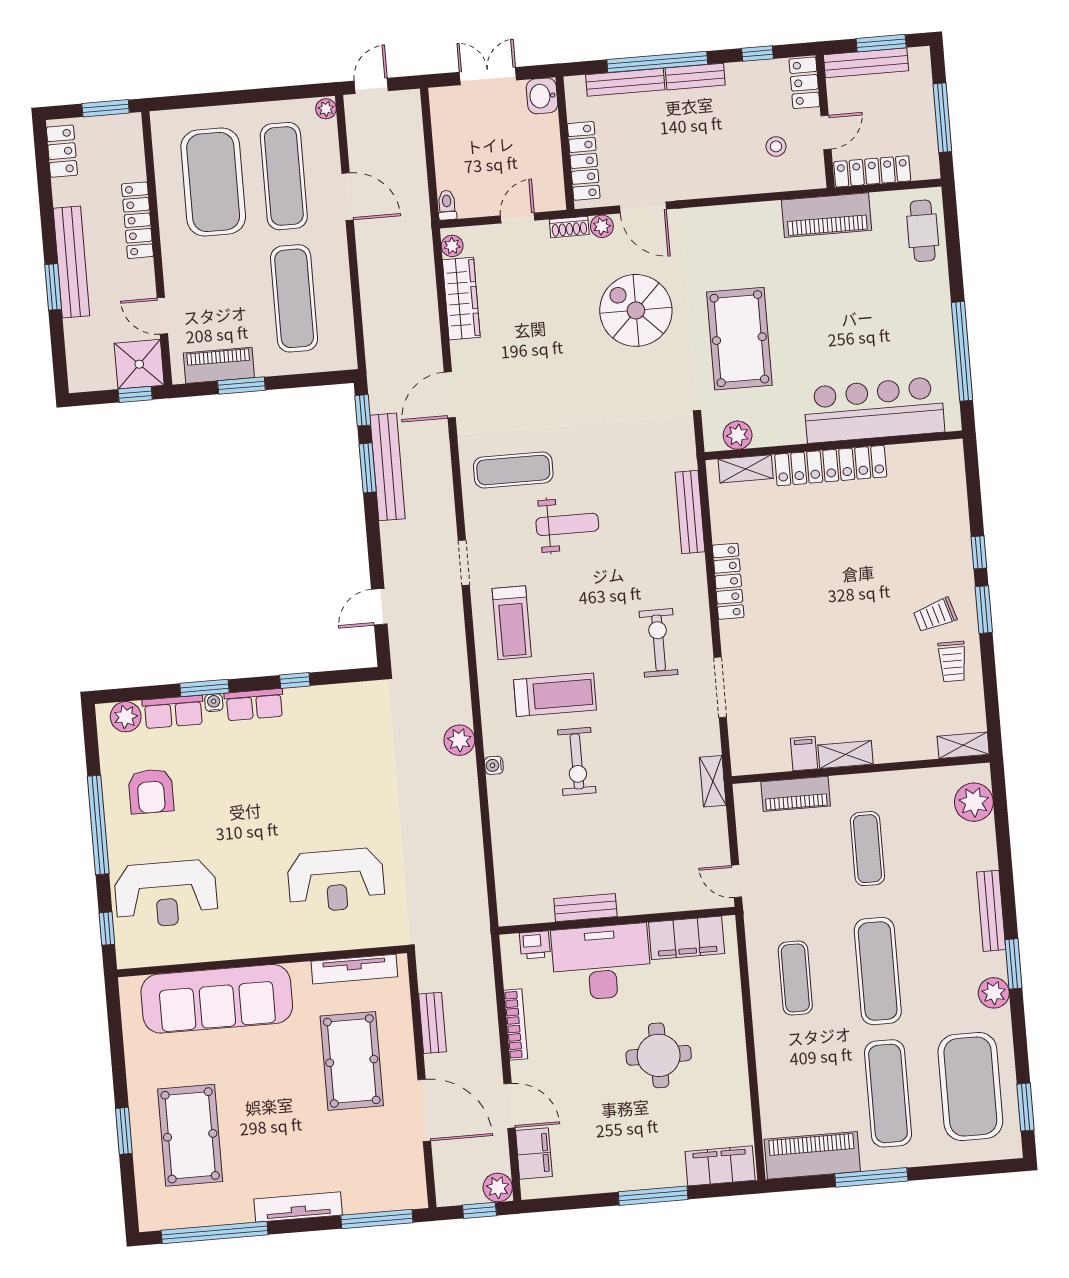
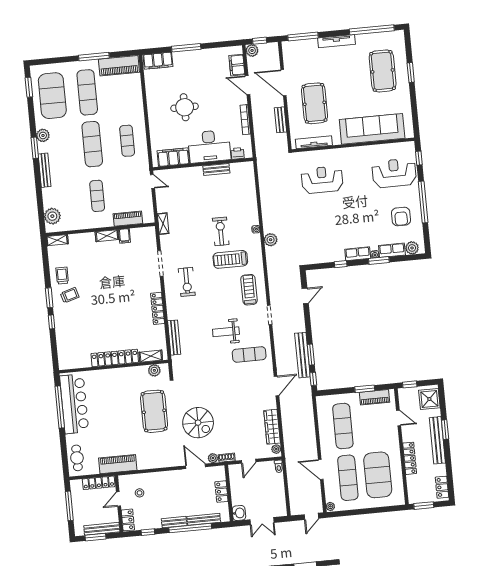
locker: (584, 161) -> (221, 492), width x0.66
shower: (139, 364) -> (429, 399), moved
bar counter: (874, 410) -> (74, 404), moved, turned -90
armchair: (151, 791) -> (401, 216), turned 180

